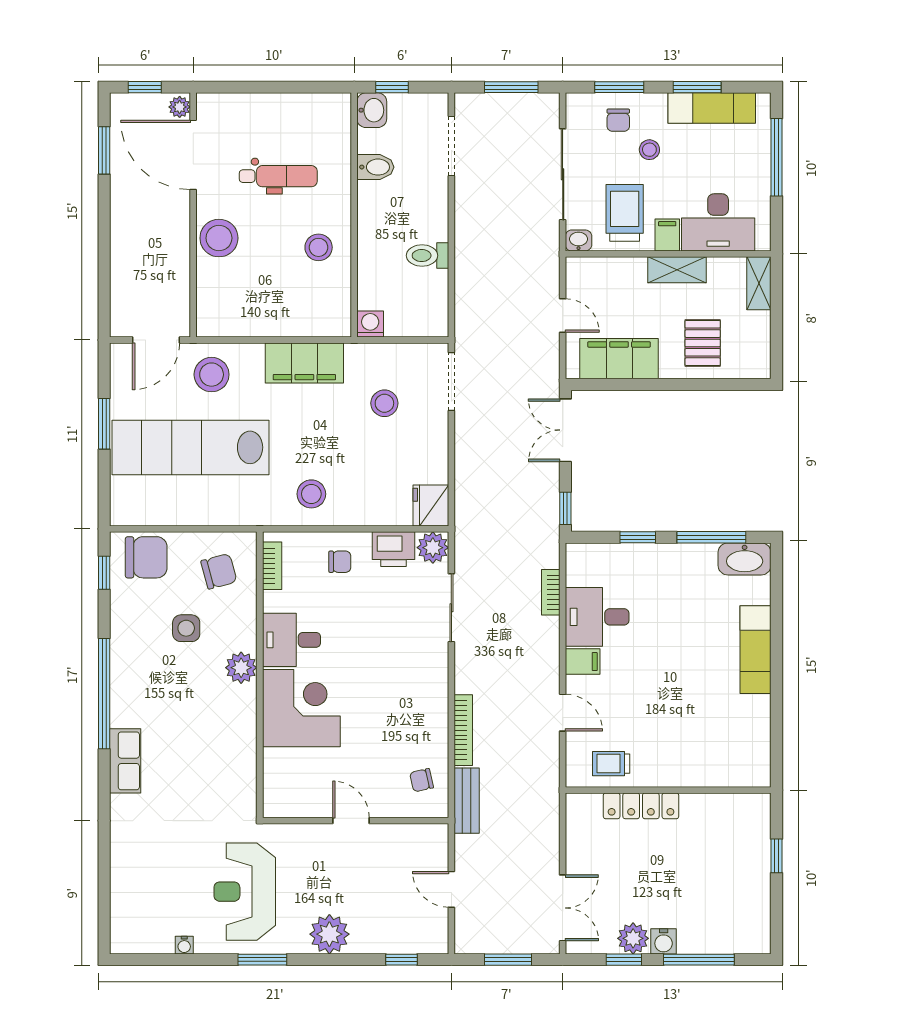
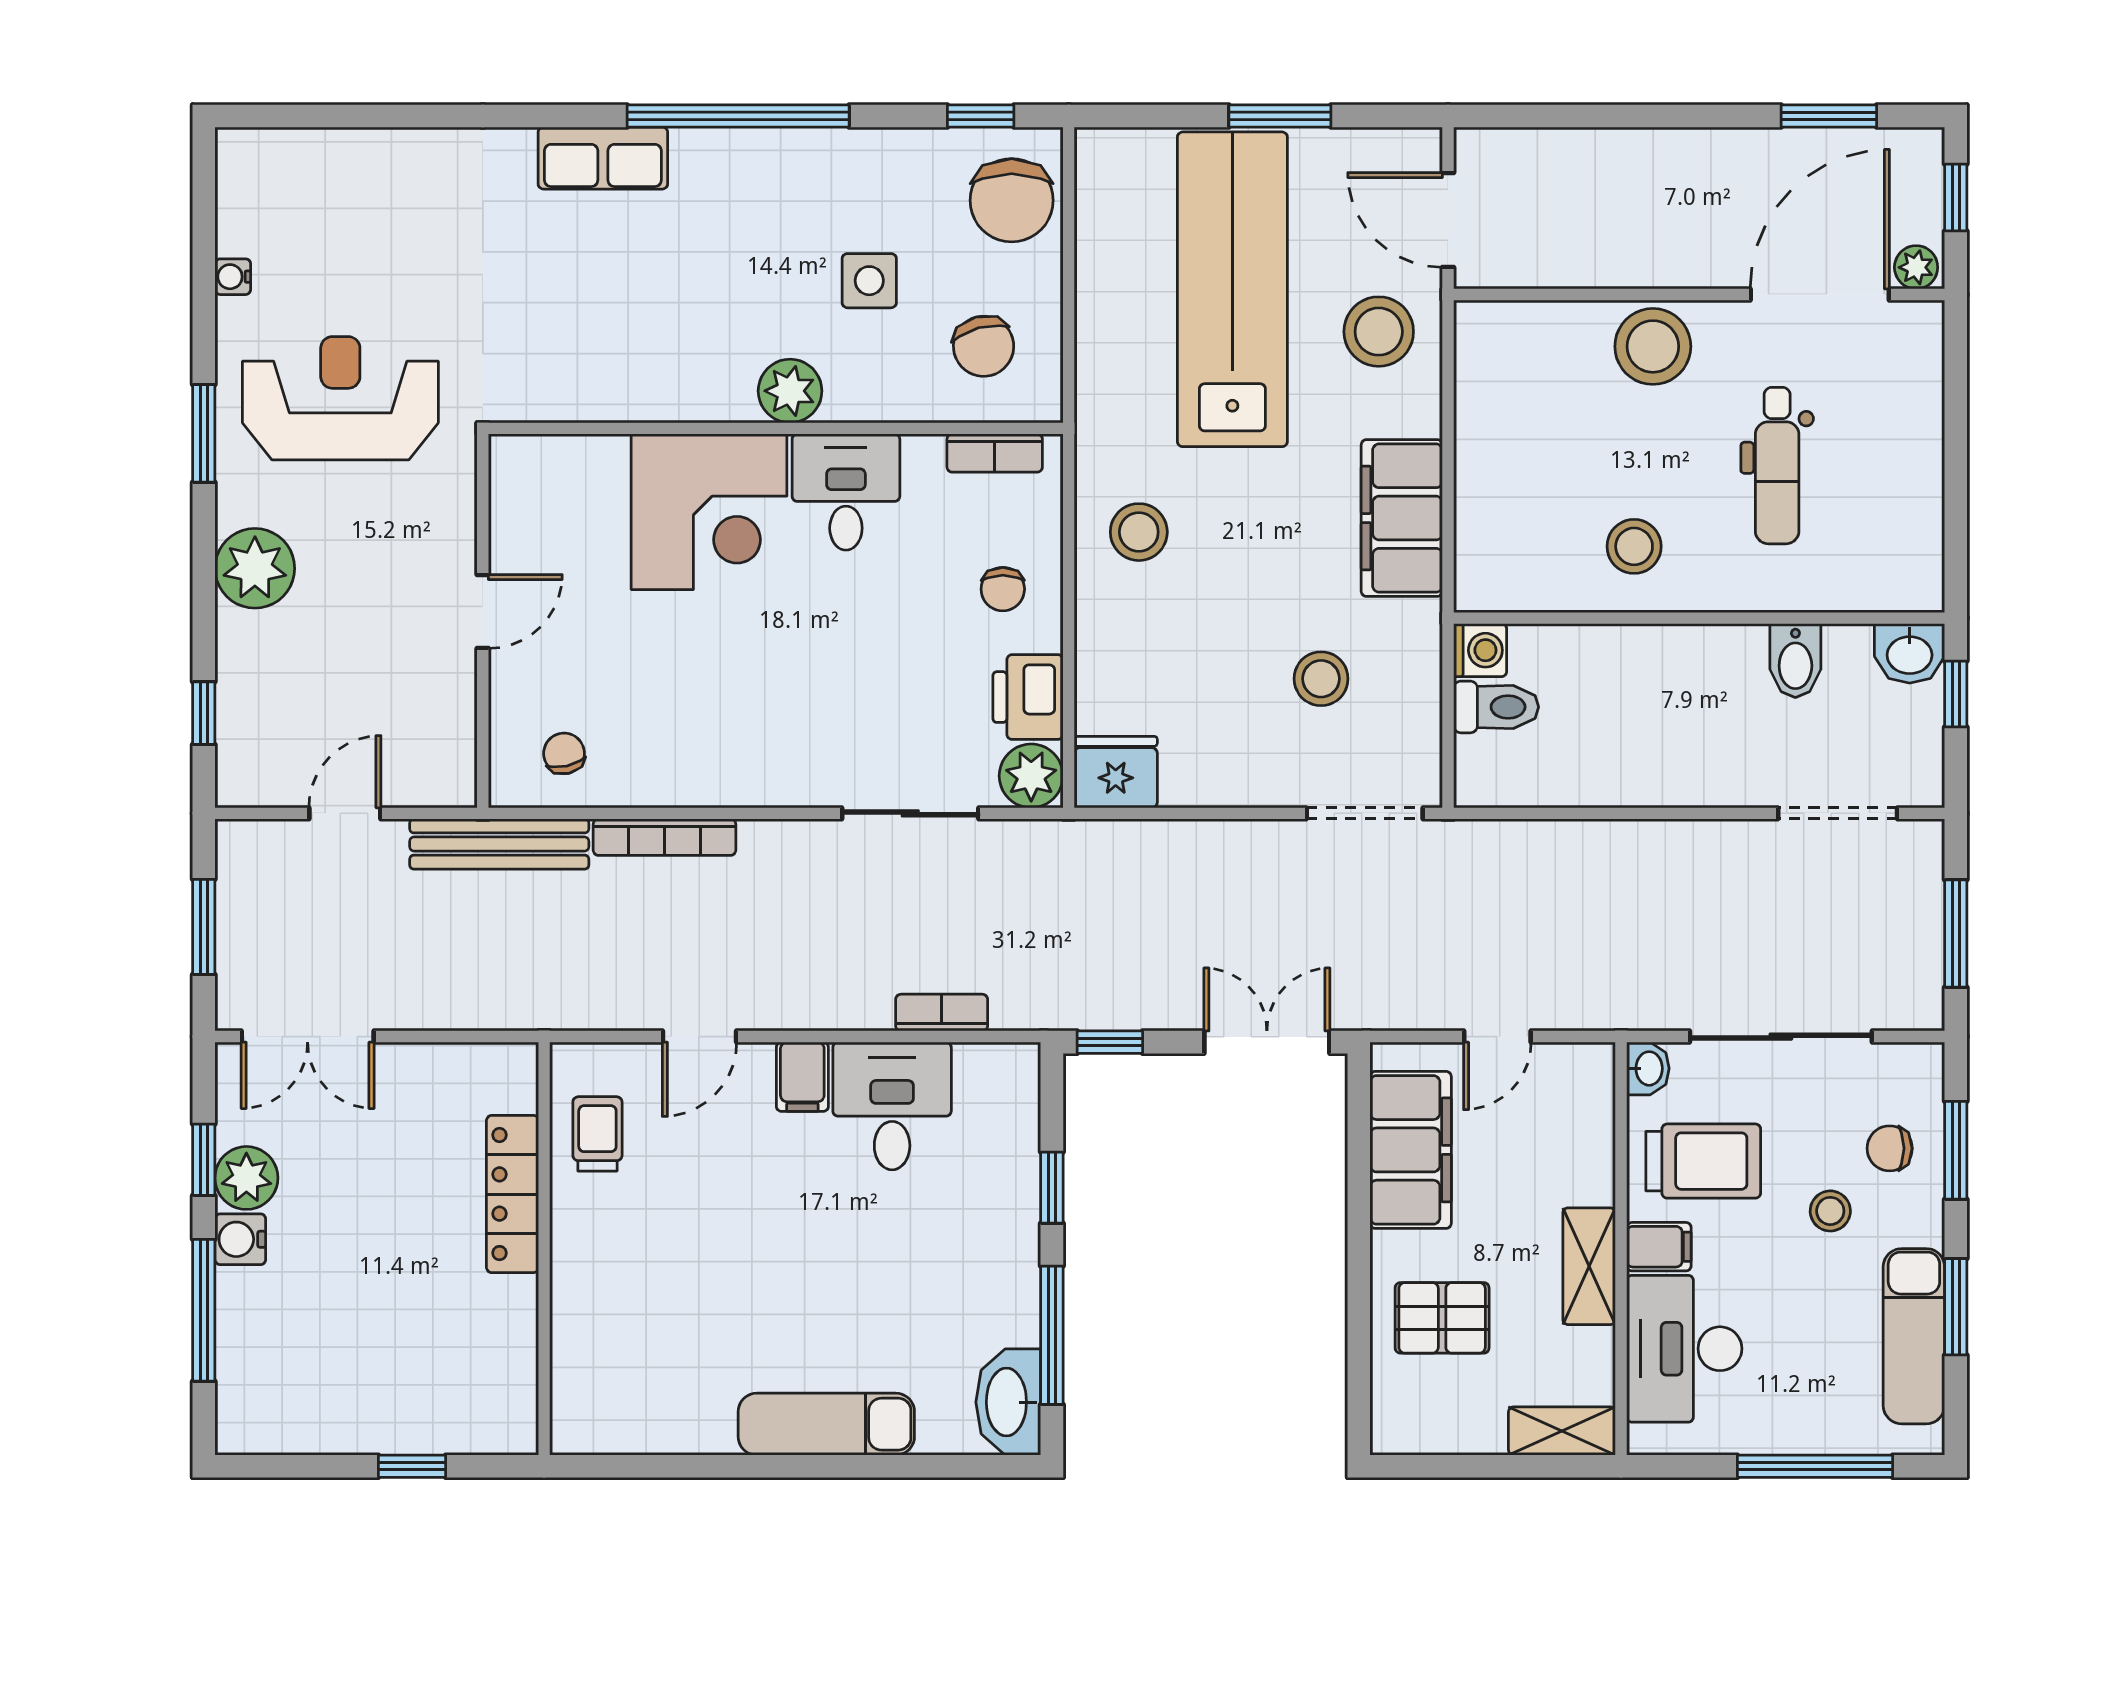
toilet: (428, 256) -> (1496, 707), moved, turned 90
bench: (467, 801) -> (499, 844), width x1.36

